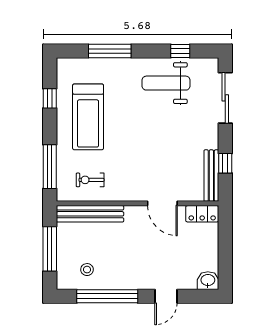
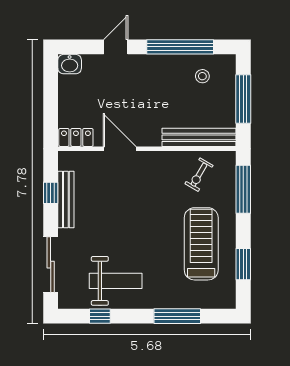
window: (50, 98) -> (243, 264), width x1.50
bench: (211, 176) -> (66, 200), moved
exercise bike: (90, 180) -> (199, 175), turned 120

